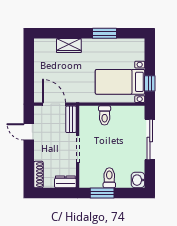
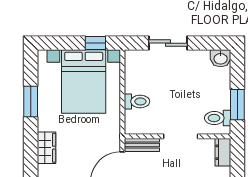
bed with nightstands: (120, 82) -> (84, 82), width x1.36
sliding door: (150, 139) -> (168, 43), width x0.73
toilet: (109, 178) -> (218, 118), moved

